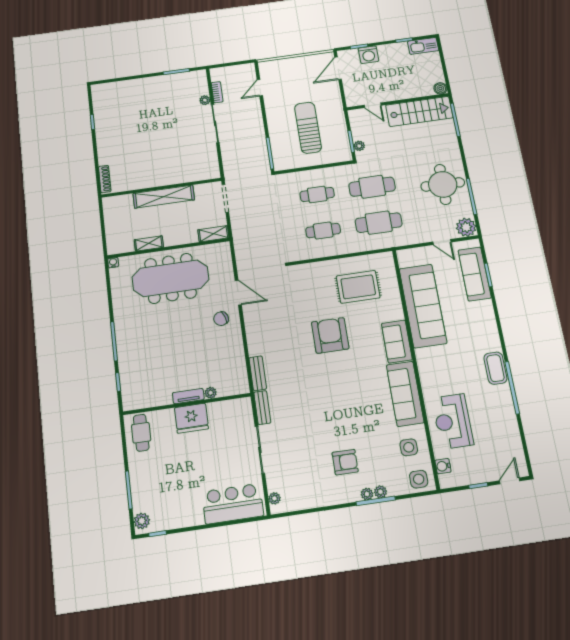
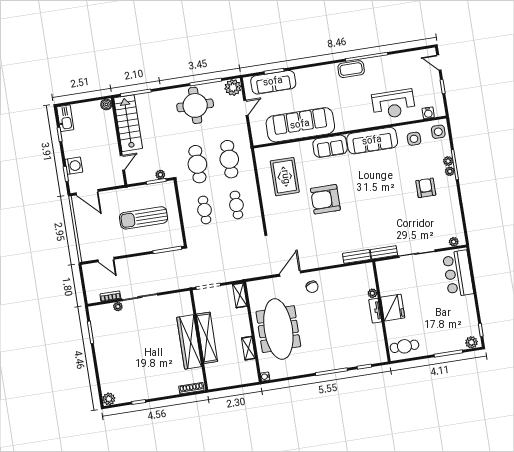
plant: (98, 90) -> (109, 399), added
wardrobe: (160, 177) -> (189, 342), added

